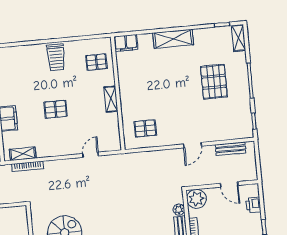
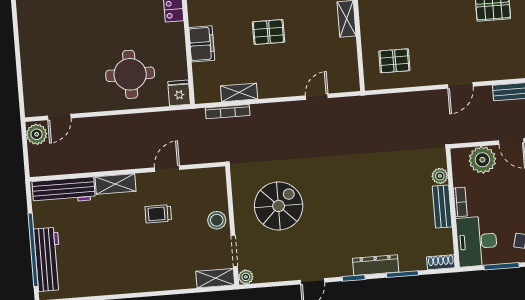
shelving: (23, 154) -> (239, 92), moved
plant: (196, 199) -> (482, 160), moved

